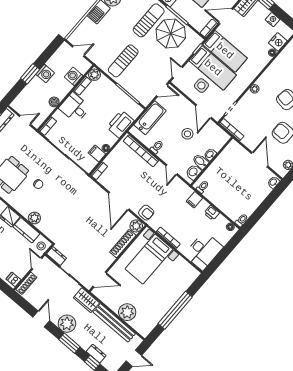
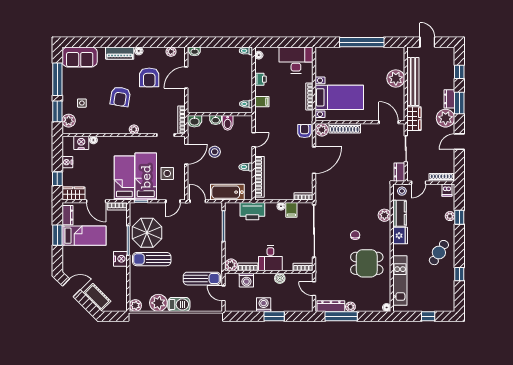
sun lounger: (123, 61) -> (202, 279), moved
washbasin: (193, 172) -> (194, 121), moved
dresser: (96, 354) -> (449, 99), moved

